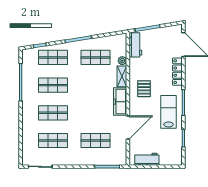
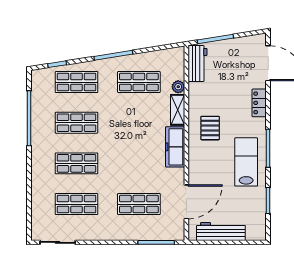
locker: (177, 72) -> (259, 103), width x0.66
door: (128, 127) -> (186, 202), moved
workbench: (147, 159) -> (221, 231), width x1.38

